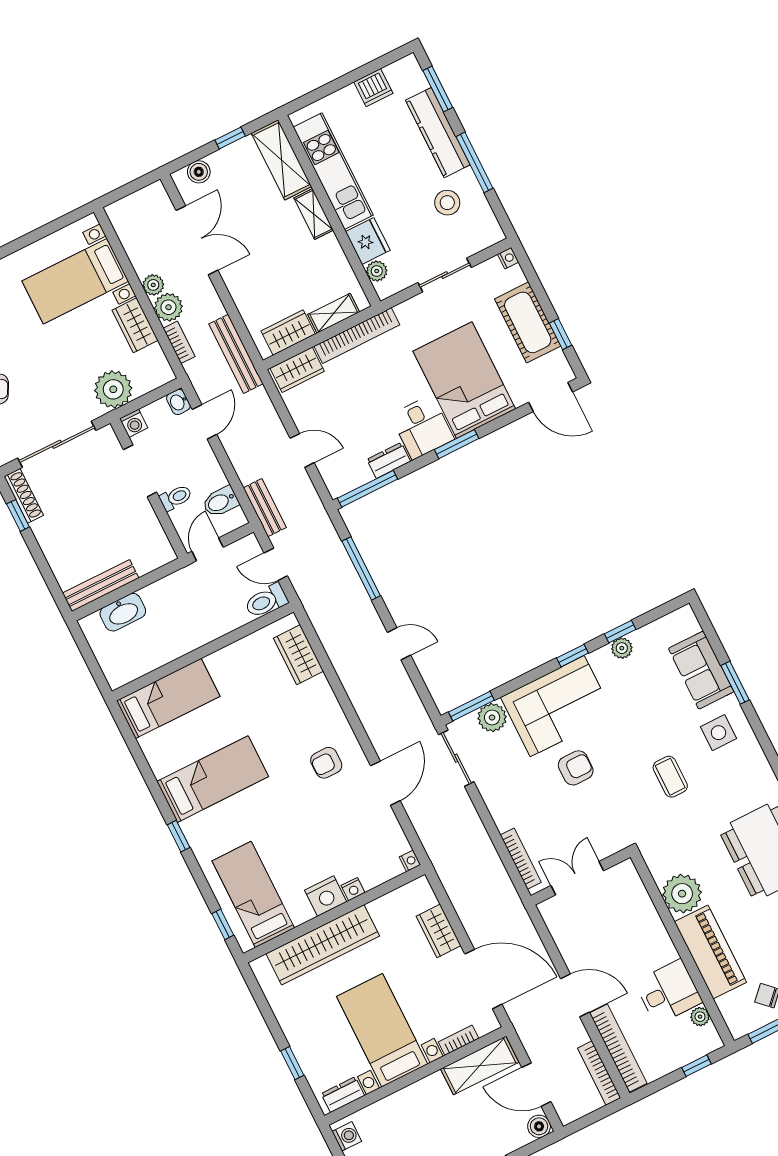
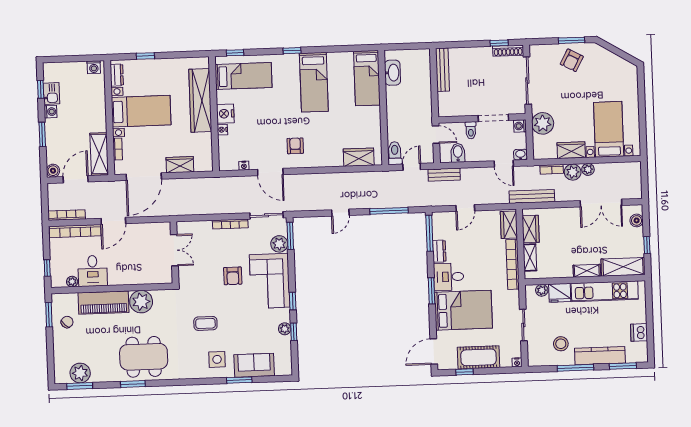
washbasin: (123, 612) -> (392, 73), moved, turned 180
bookcase: (521, 859) -> (230, 224), moved
nightstand: (410, 861) -> (244, 166), moved

